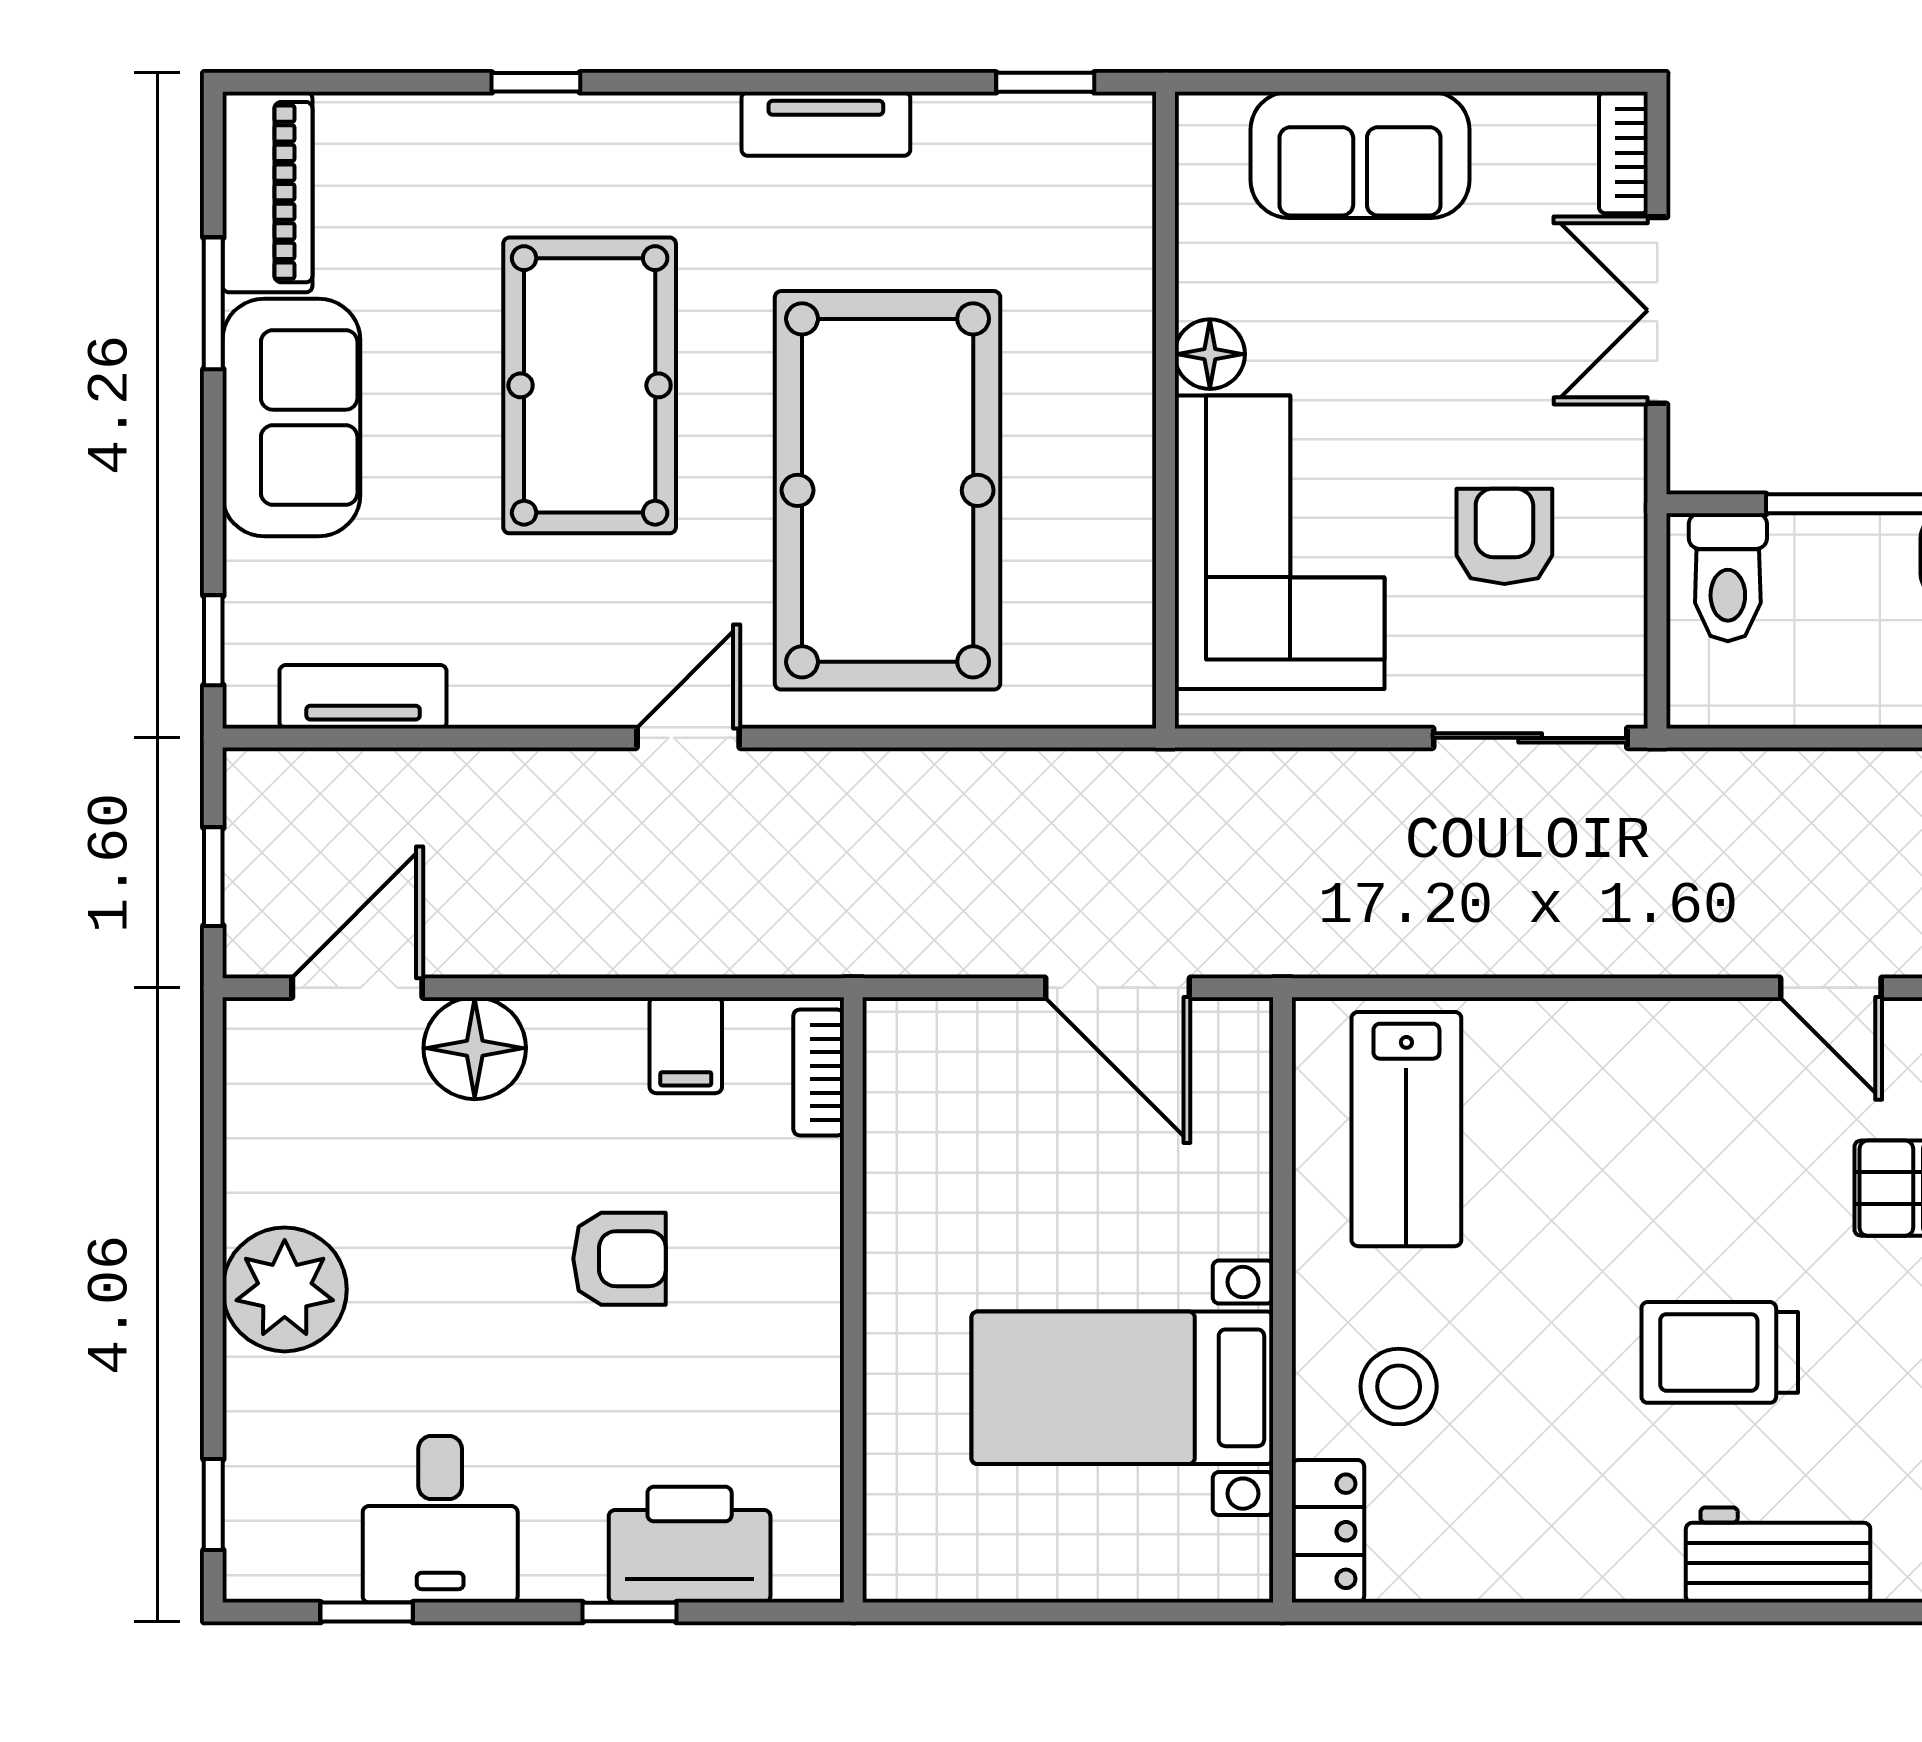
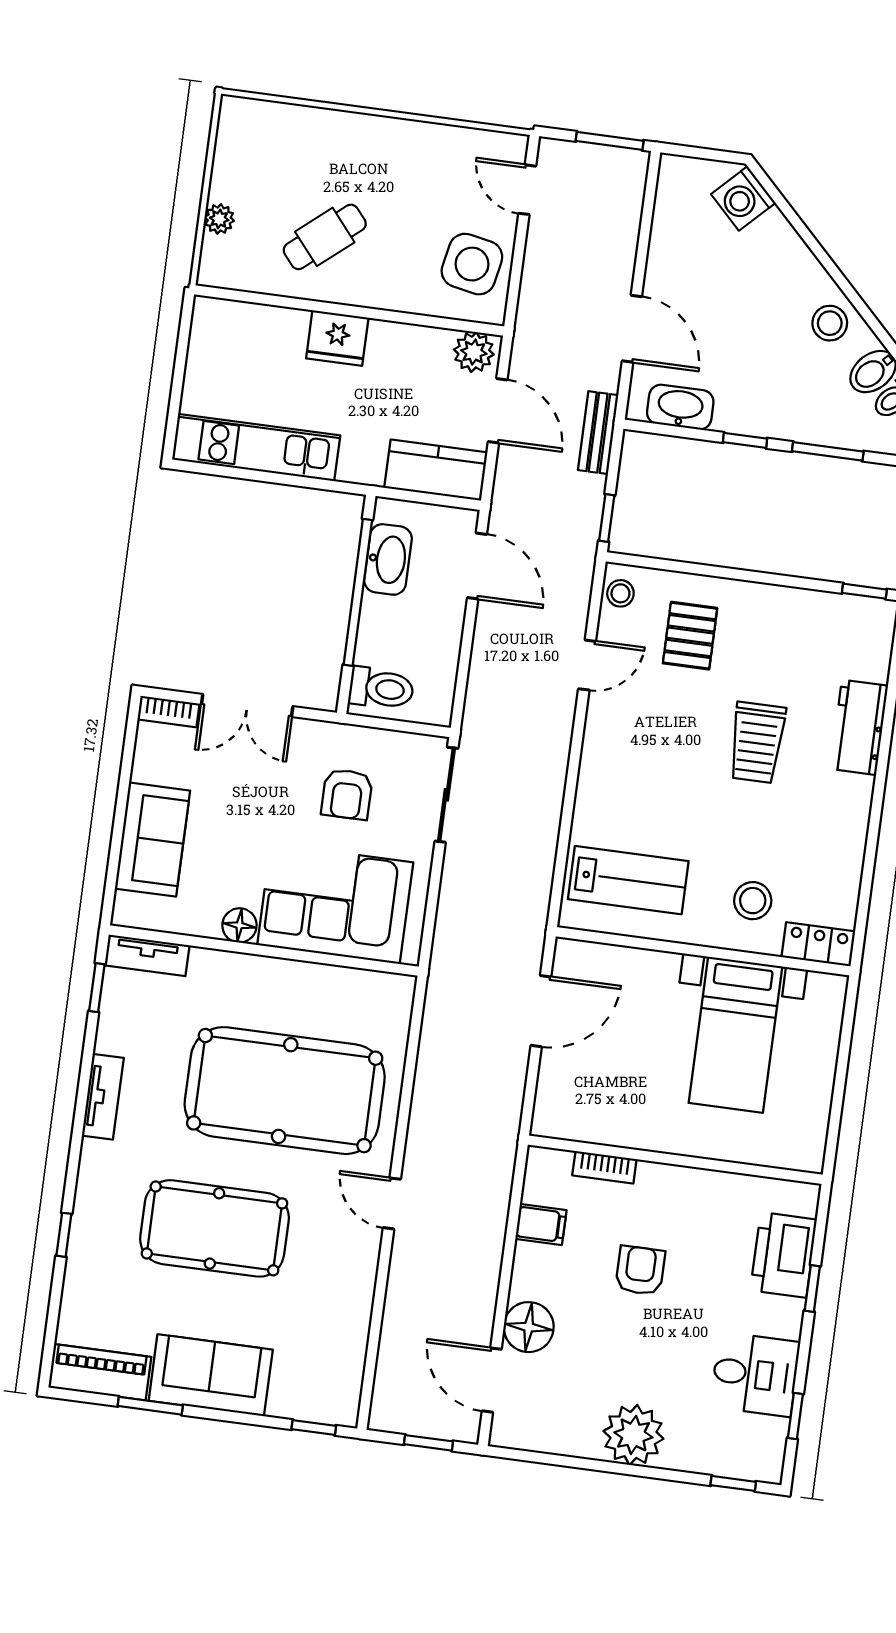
armchair: (1504, 536) -> (347, 794), turned -90
tv unit: (363, 697) -> (147, 955), moved, turned -90
bookcase: (819, 1072) -> (604, 1167), moved

